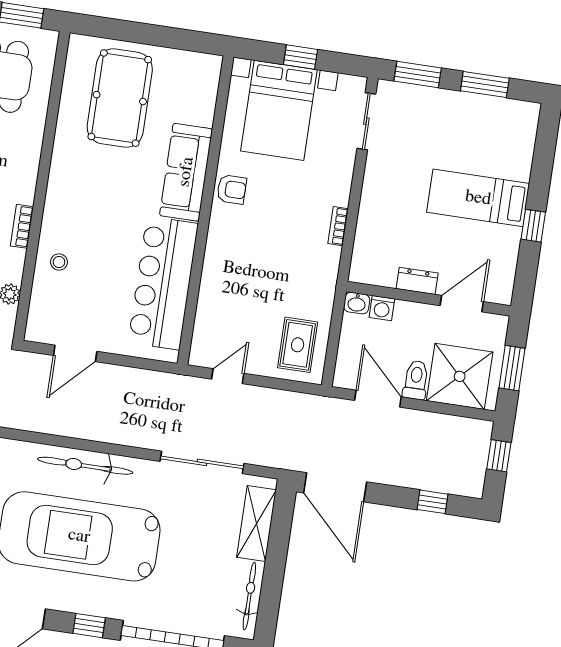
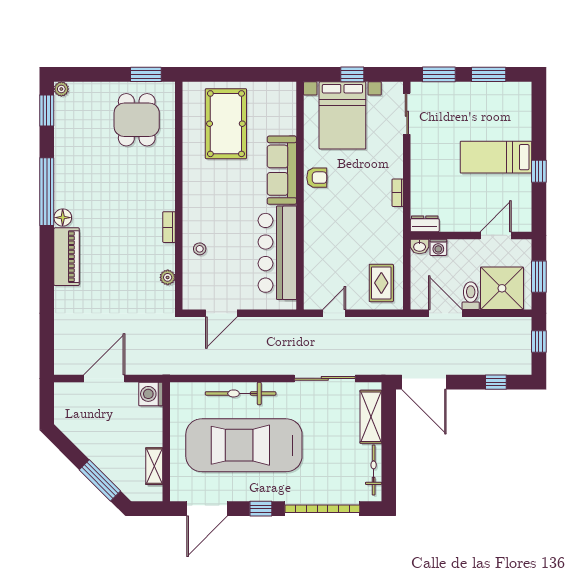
dresser: (417, 281) -> (425, 224), moved

